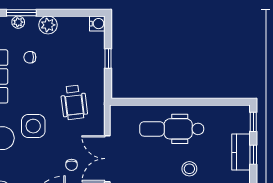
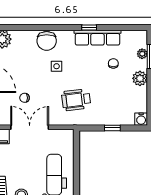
side table: (33, 126) -> (57, 66), width x0.54, depth x0.54

